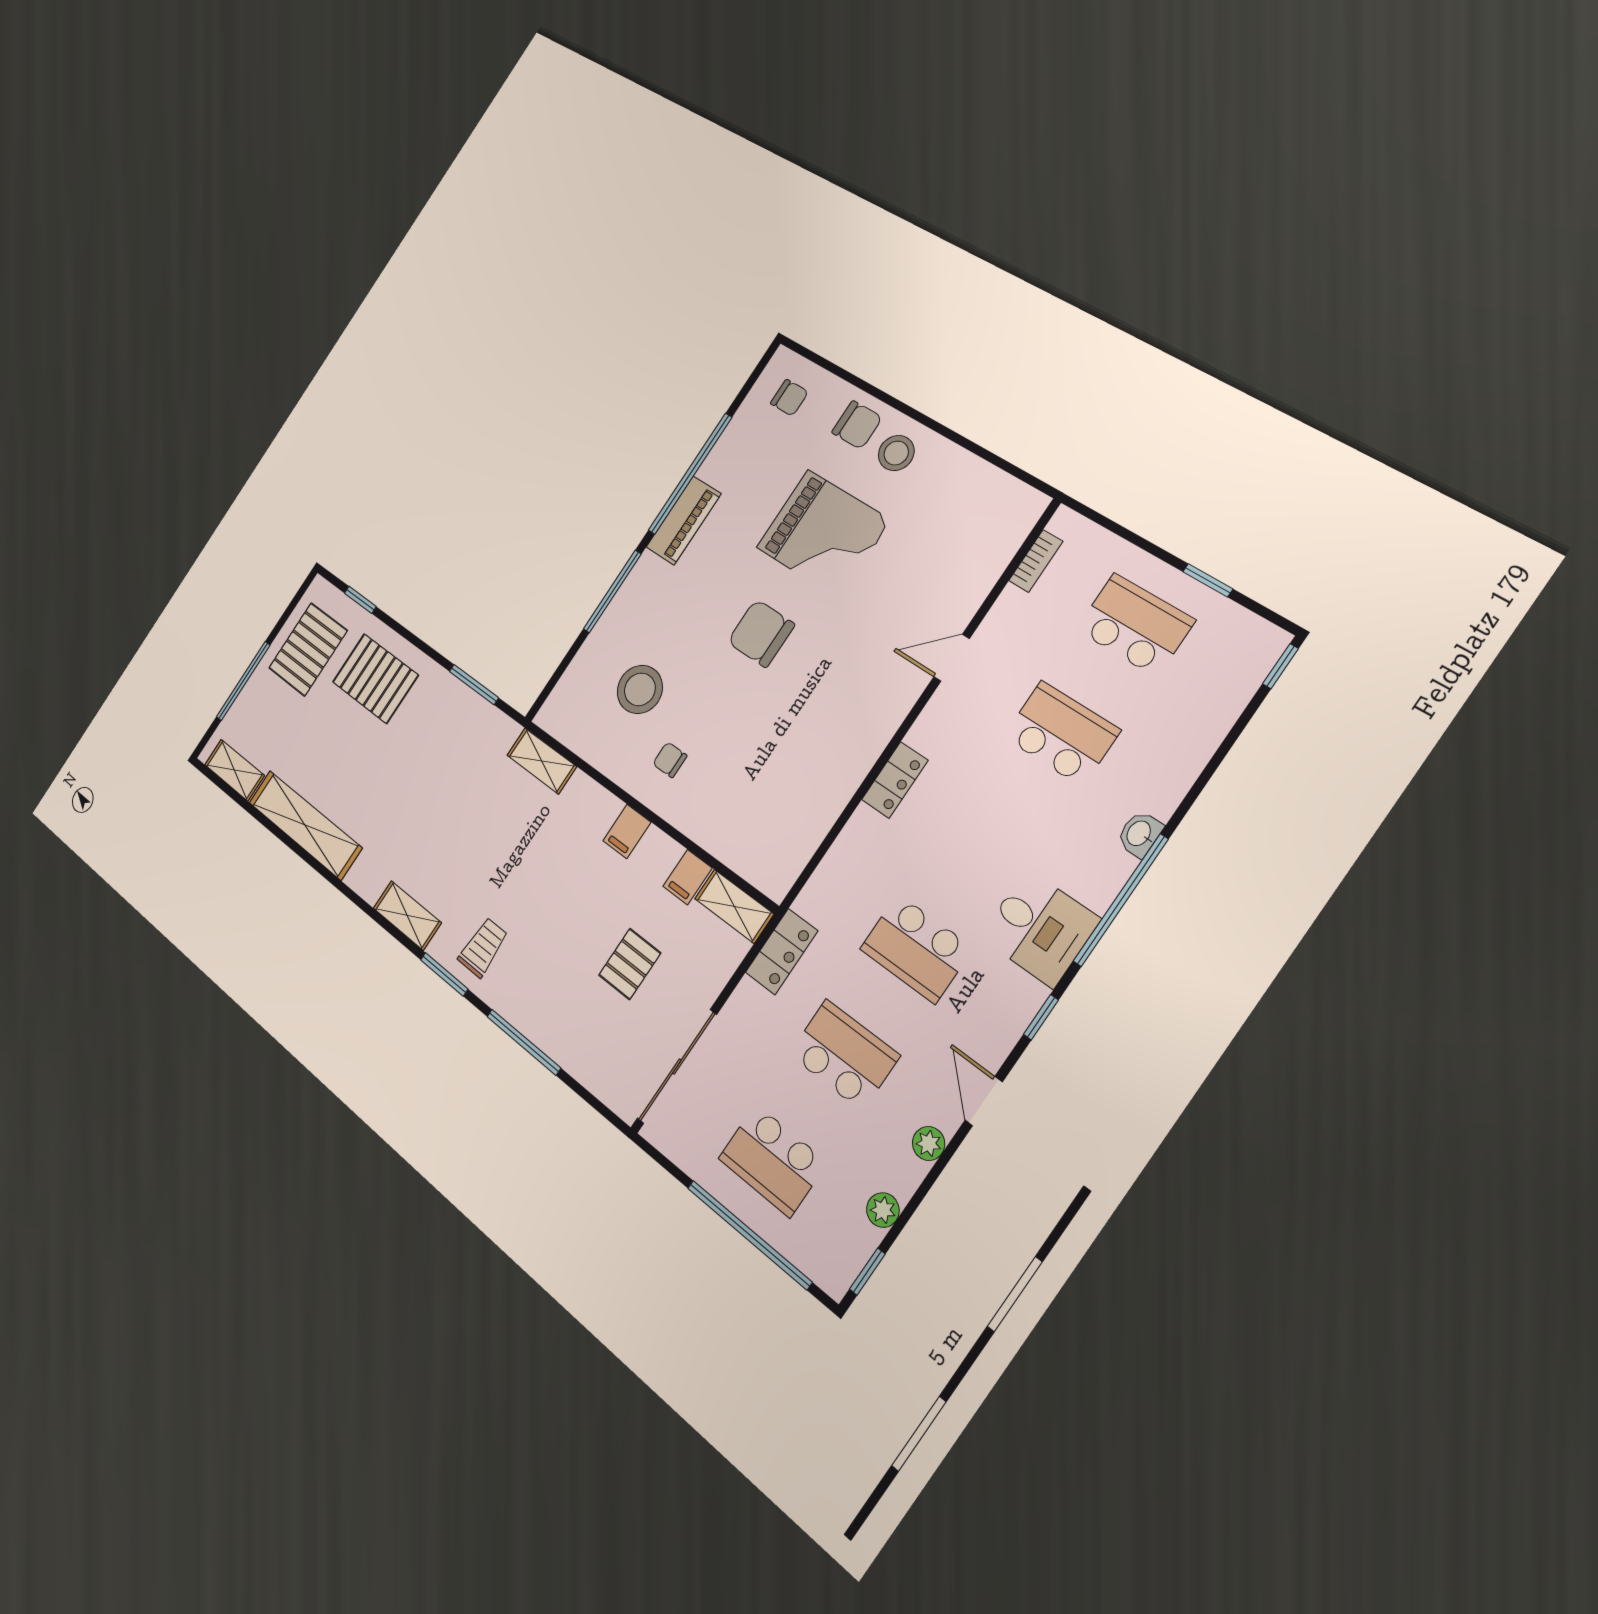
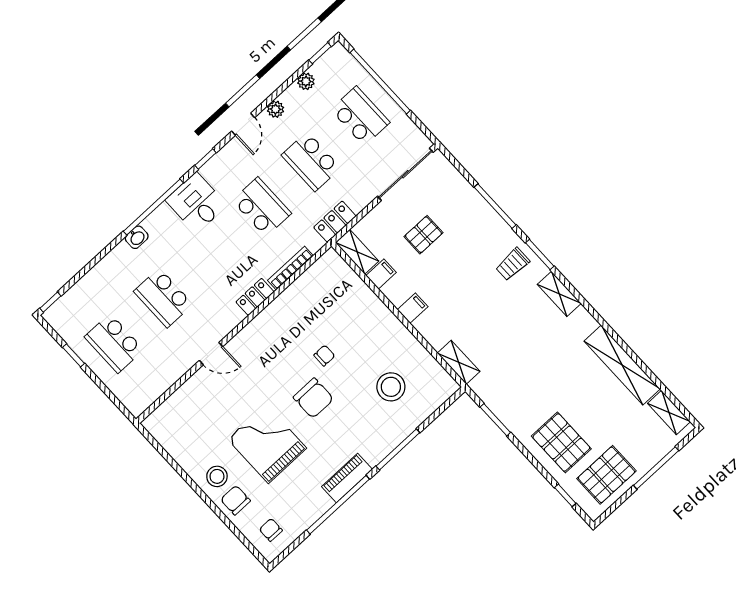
bookcase: (1036, 561) -> (290, 268), moved, width x1.56
chair: (670, 760) -> (324, 356), moved, turned -90

